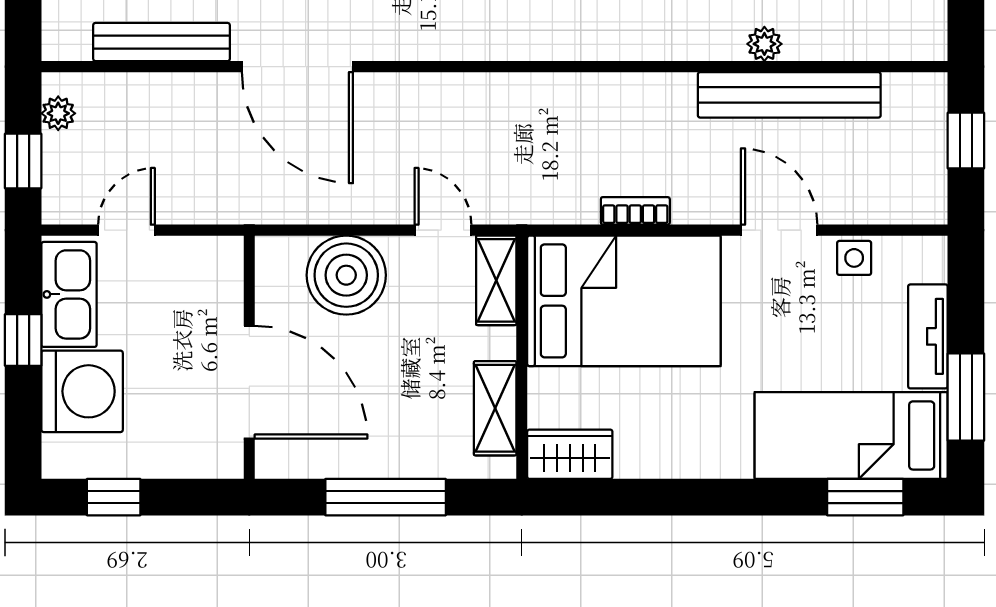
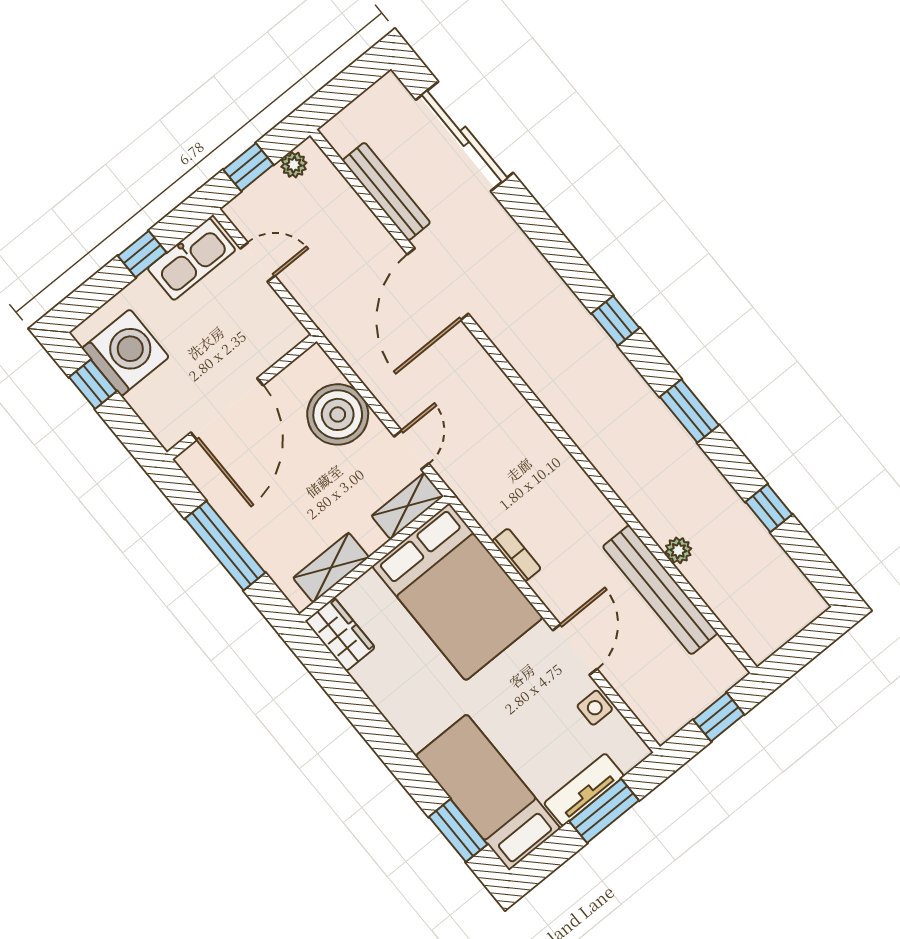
washing machine: (82, 391) -> (125, 353), moved, turned -90
window: (966, 397) -> (604, 811), moved

